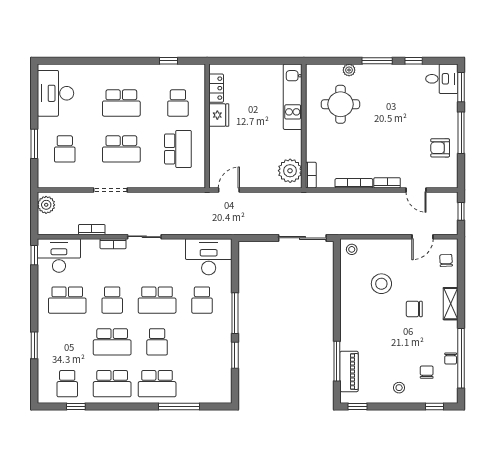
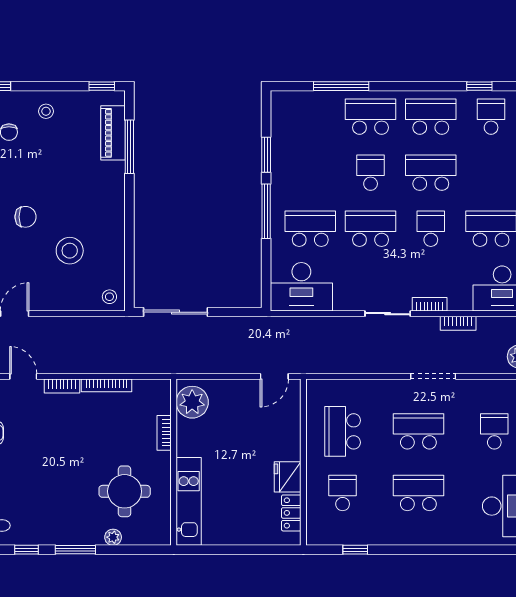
bookcase: (311, 175) -> (164, 433), moved
school desk: (202, 300) -> (310, 229), width x1.85

